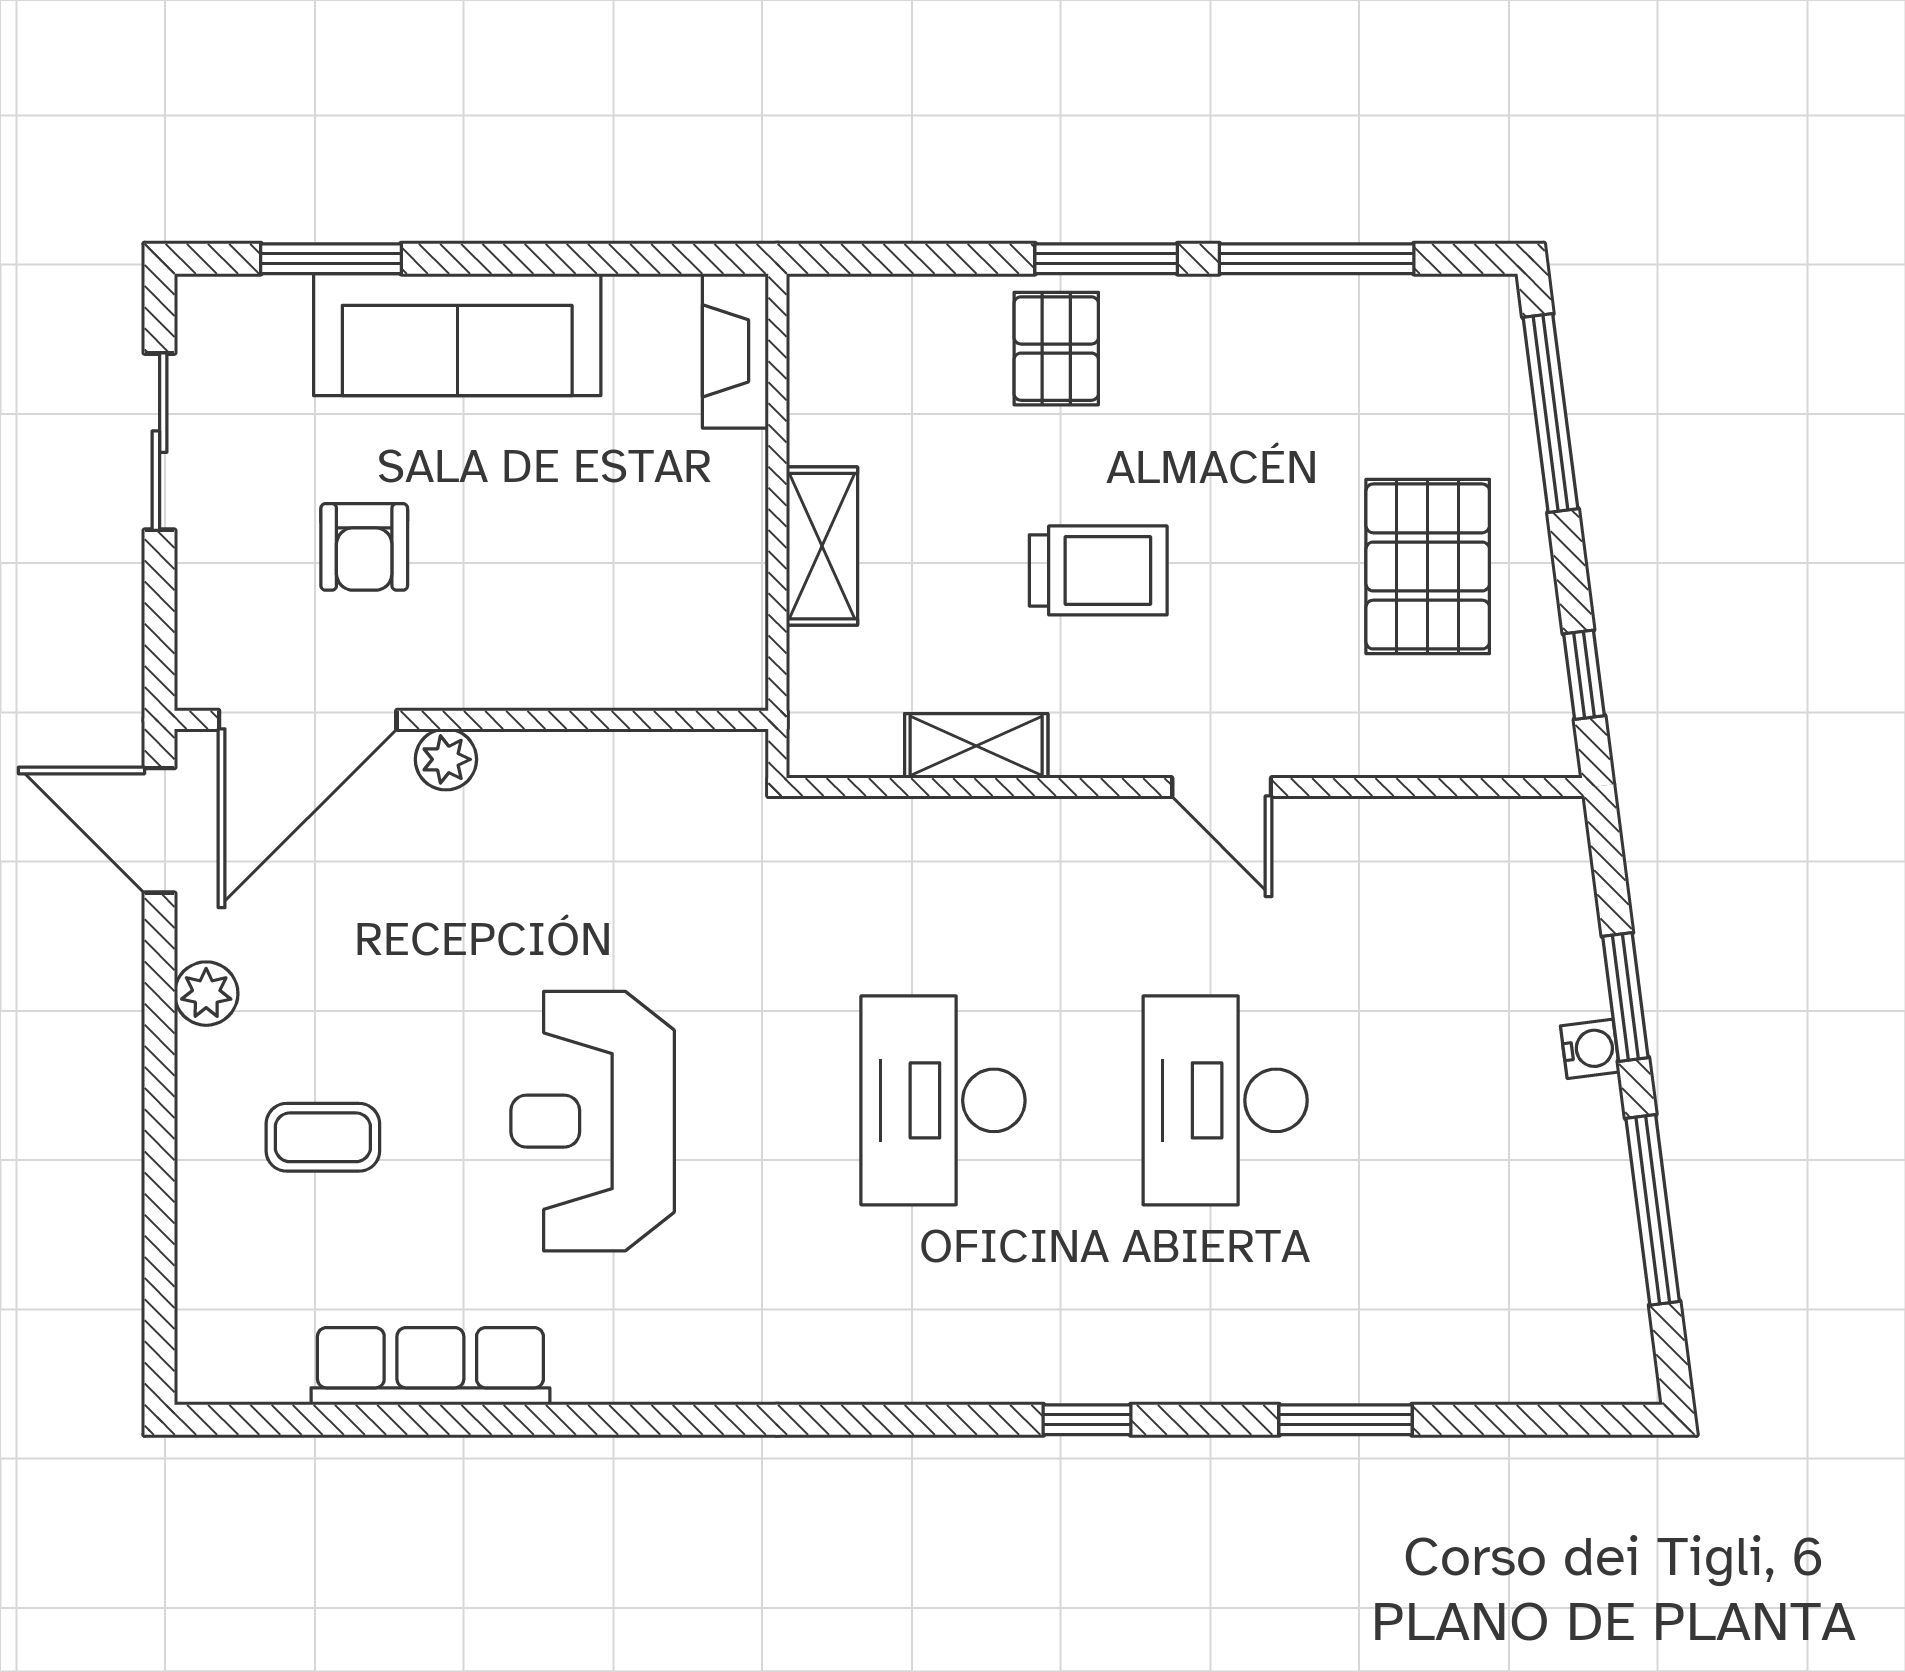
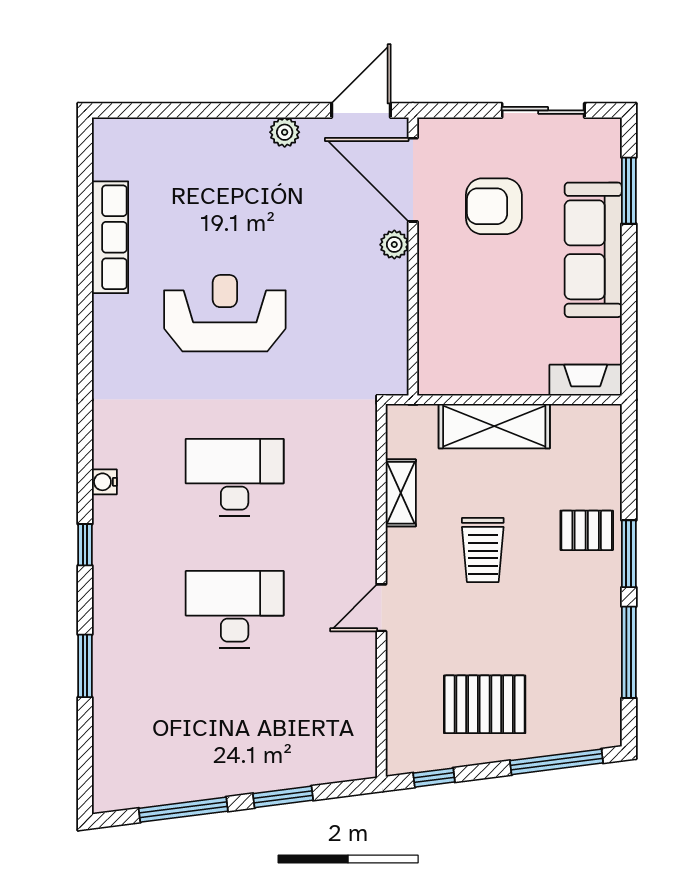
shelving: (822, 546) -> (494, 426), width x1.50, depth x1.33
armchair: (364, 547) -> (494, 206), width x1.38, depth x1.38
water cooler: (1590, 1049) -> (104, 482), moved, turned 97
coffee table: (323, 1137) -> (217, 187), removed

